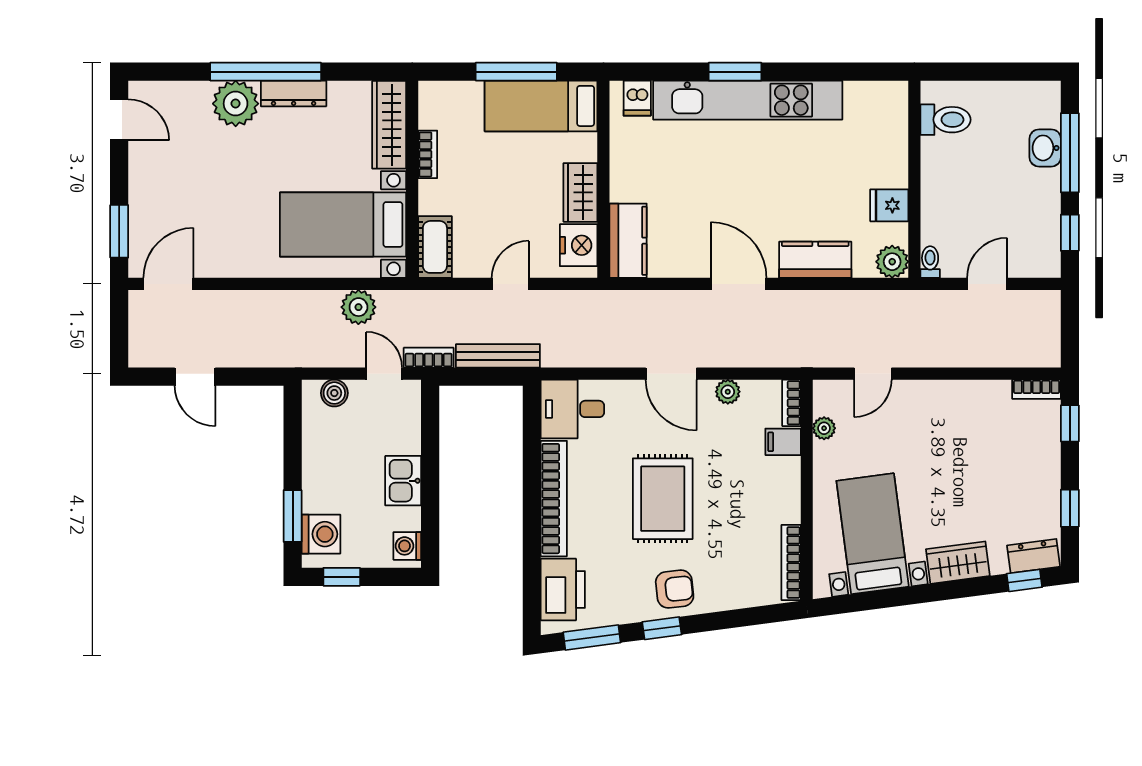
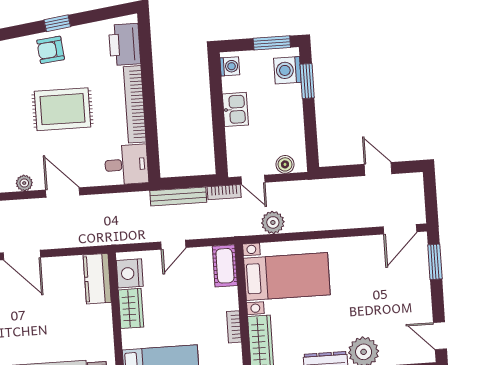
rug: (663, 499) -> (63, 109), turned 90
window: (342, 577) -> (272, 43), width x1.50
window: (592, 637) -> (103, 14), removed

